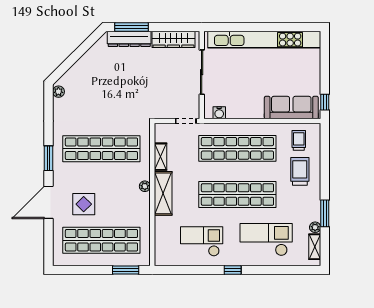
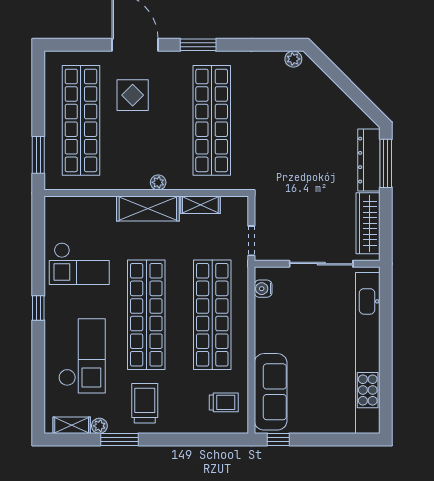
trolley: (300, 171) -> (145, 403), moved, turned -90
checkout: (202, 241) -> (79, 264), turned 90

